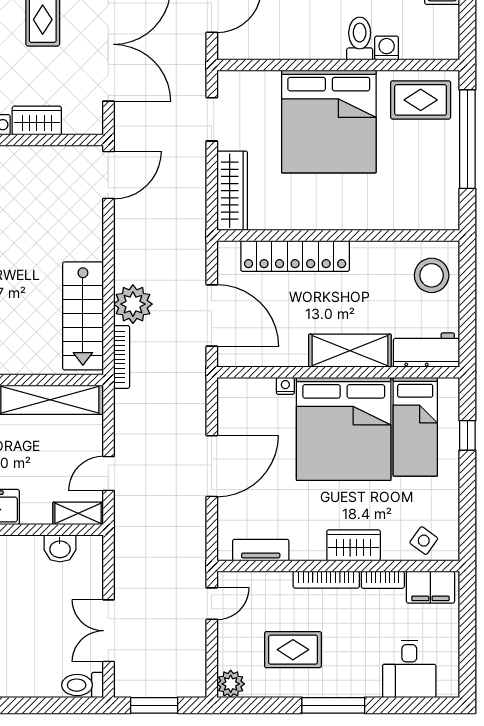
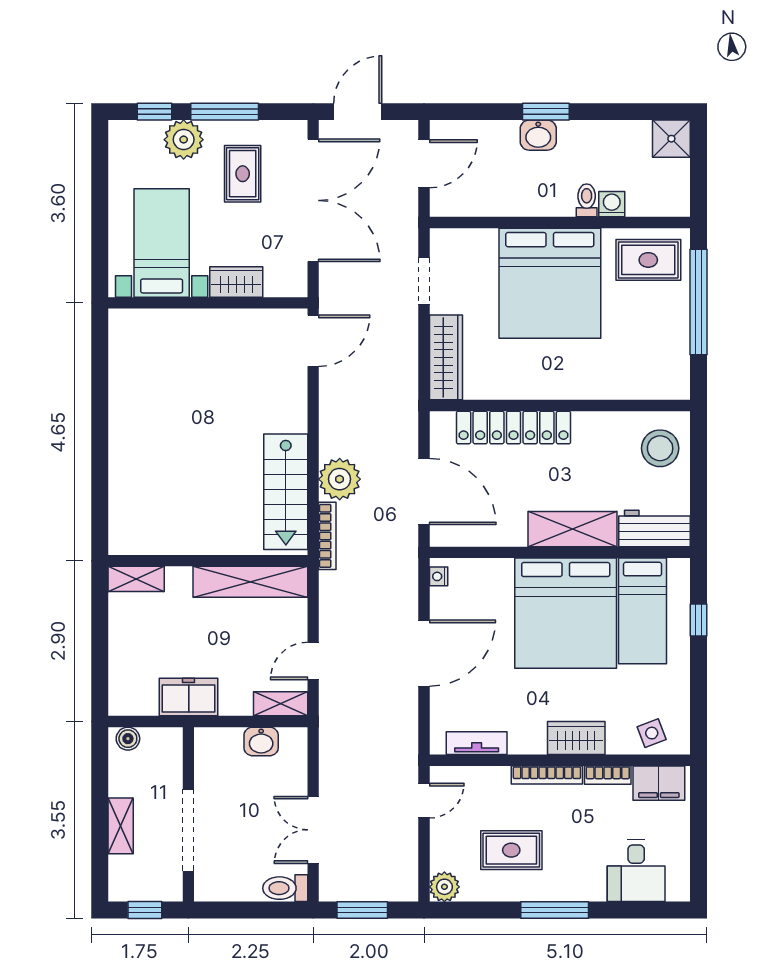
toilet: (360, 39) -> (587, 200), width x0.73, depth x0.72
nightstand: (285, 386) -> (439, 576), moved, turned -90
side table: (424, 541) -> (652, 733), turned 33

